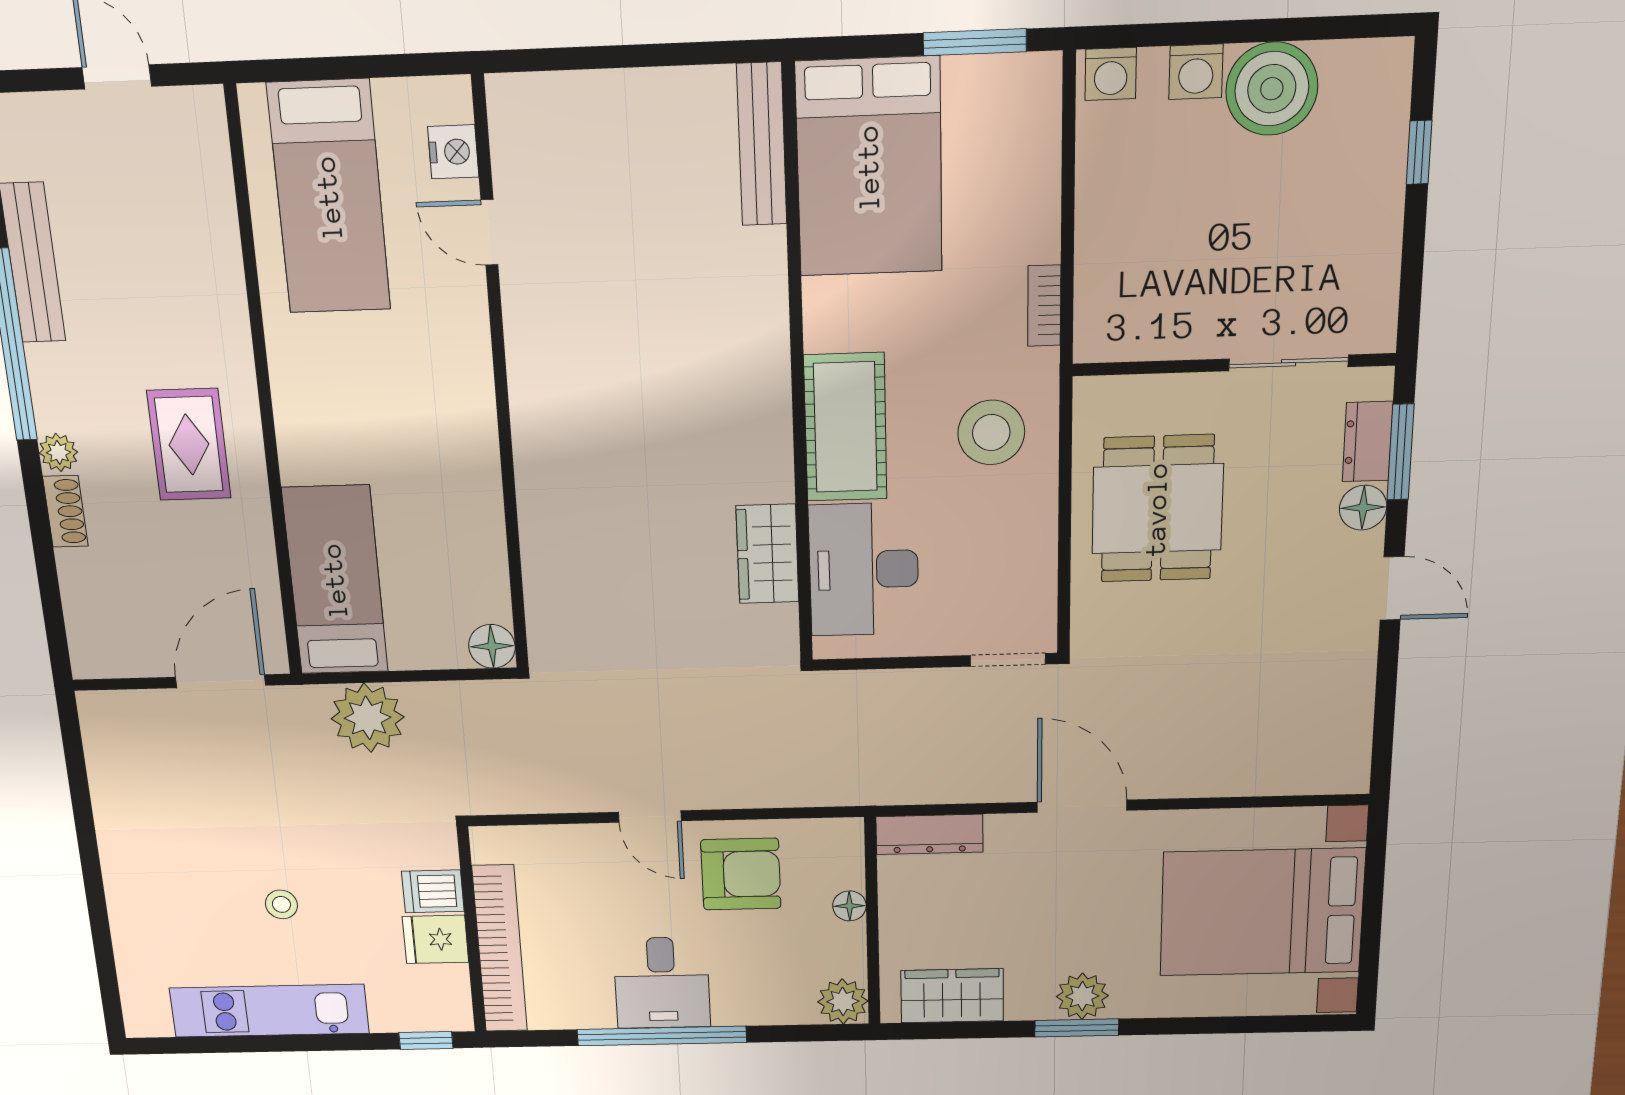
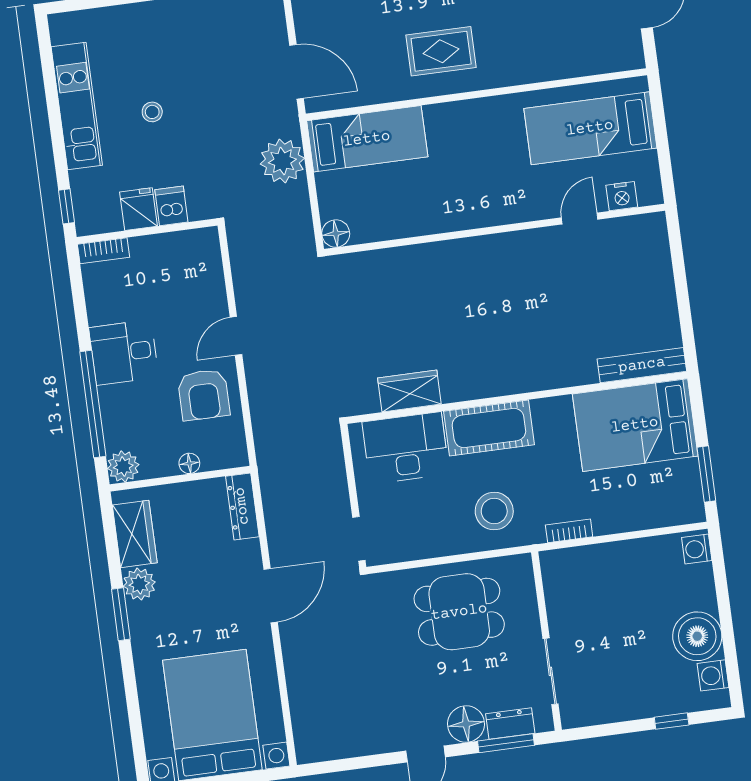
washing machine: (1196, 72) -> (713, 675), moved
floor lamp: (1363, 508) -> (466, 724), width x1.38, depth x1.38
bookcase: (500, 949) -> (103, 251), width x0.43, depth x0.76
plant: (1082, 996) -> (139, 584), moved
window: (662, 1036) -> (93, 404), moved

